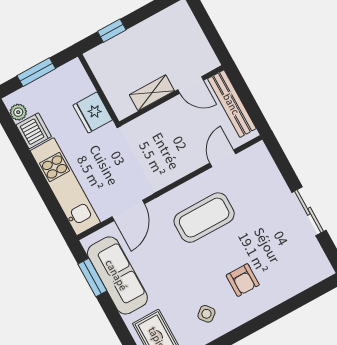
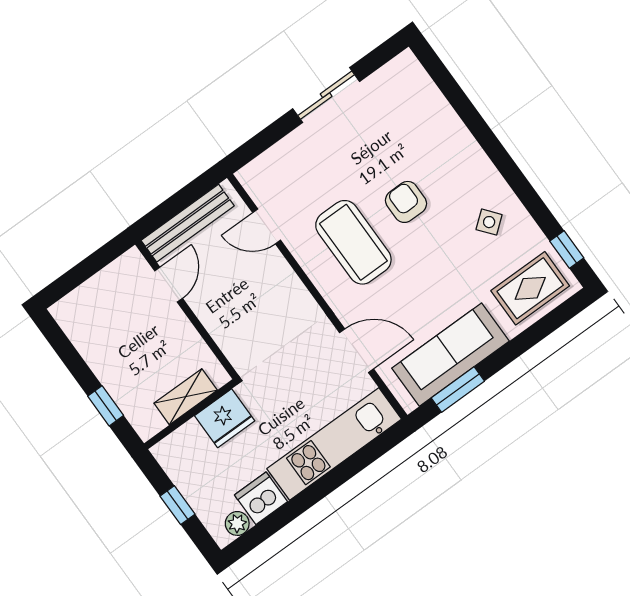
window: (36, 72) -> (178, 505), width x0.67
shelving: (152, 93) -> (186, 397), moved, turned 90
armchair: (243, 280) -> (406, 202), moved, turned -90

